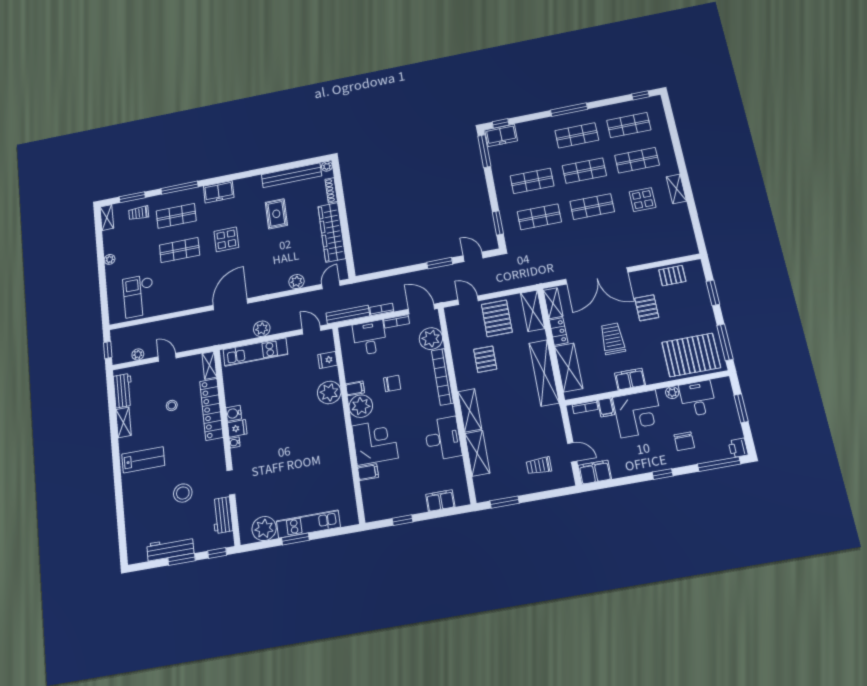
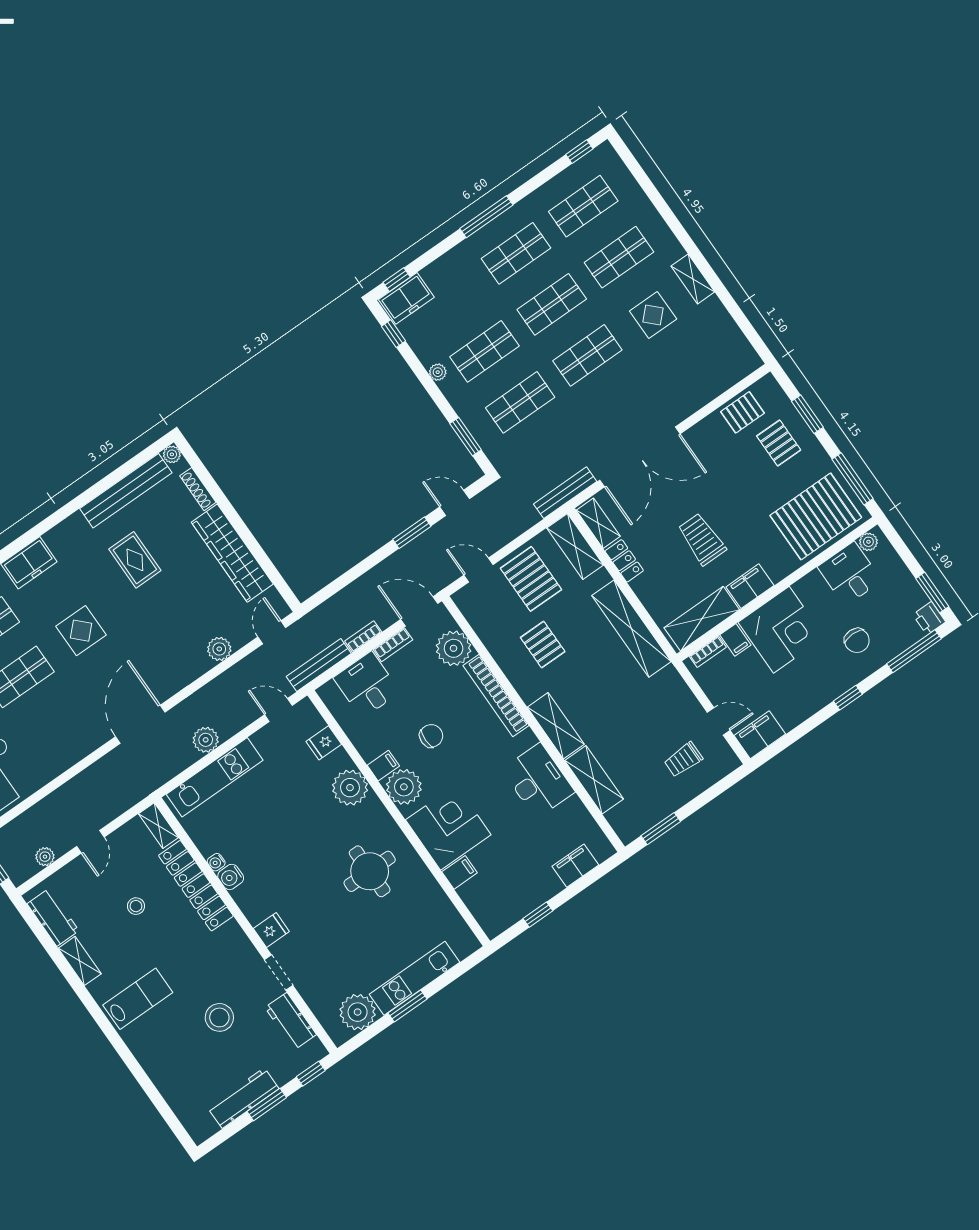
window: (484, 151) -> (393, 334), width x0.46
plant: (499, 182) -> (438, 372), added
bench: (541, 278) -> (565, 493), added
pallet: (647, 308) -> (779, 443), moved
door: (167, 357) -> (90, 842), swing flipped
shelving: (569, 367) -> (702, 619), moved, turned 90
plant: (672, 393) -> (868, 542), moved
window: (741, 408) -> (932, 593), moved
fridge: (237, 428) -> (271, 930), moved
water cooler: (235, 442) -> (216, 862), moved
round table: (315, 447) -> (370, 871), added

